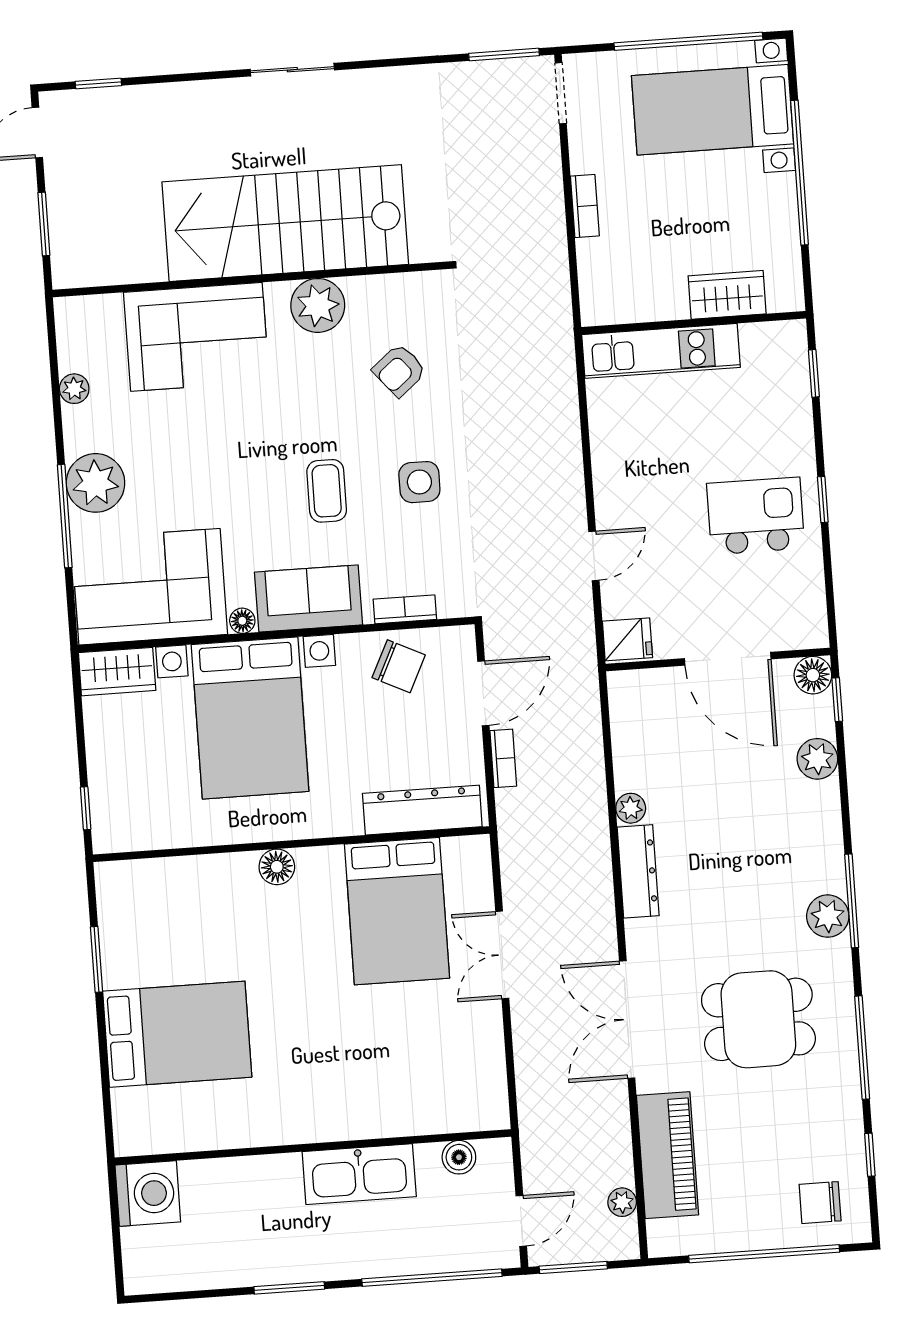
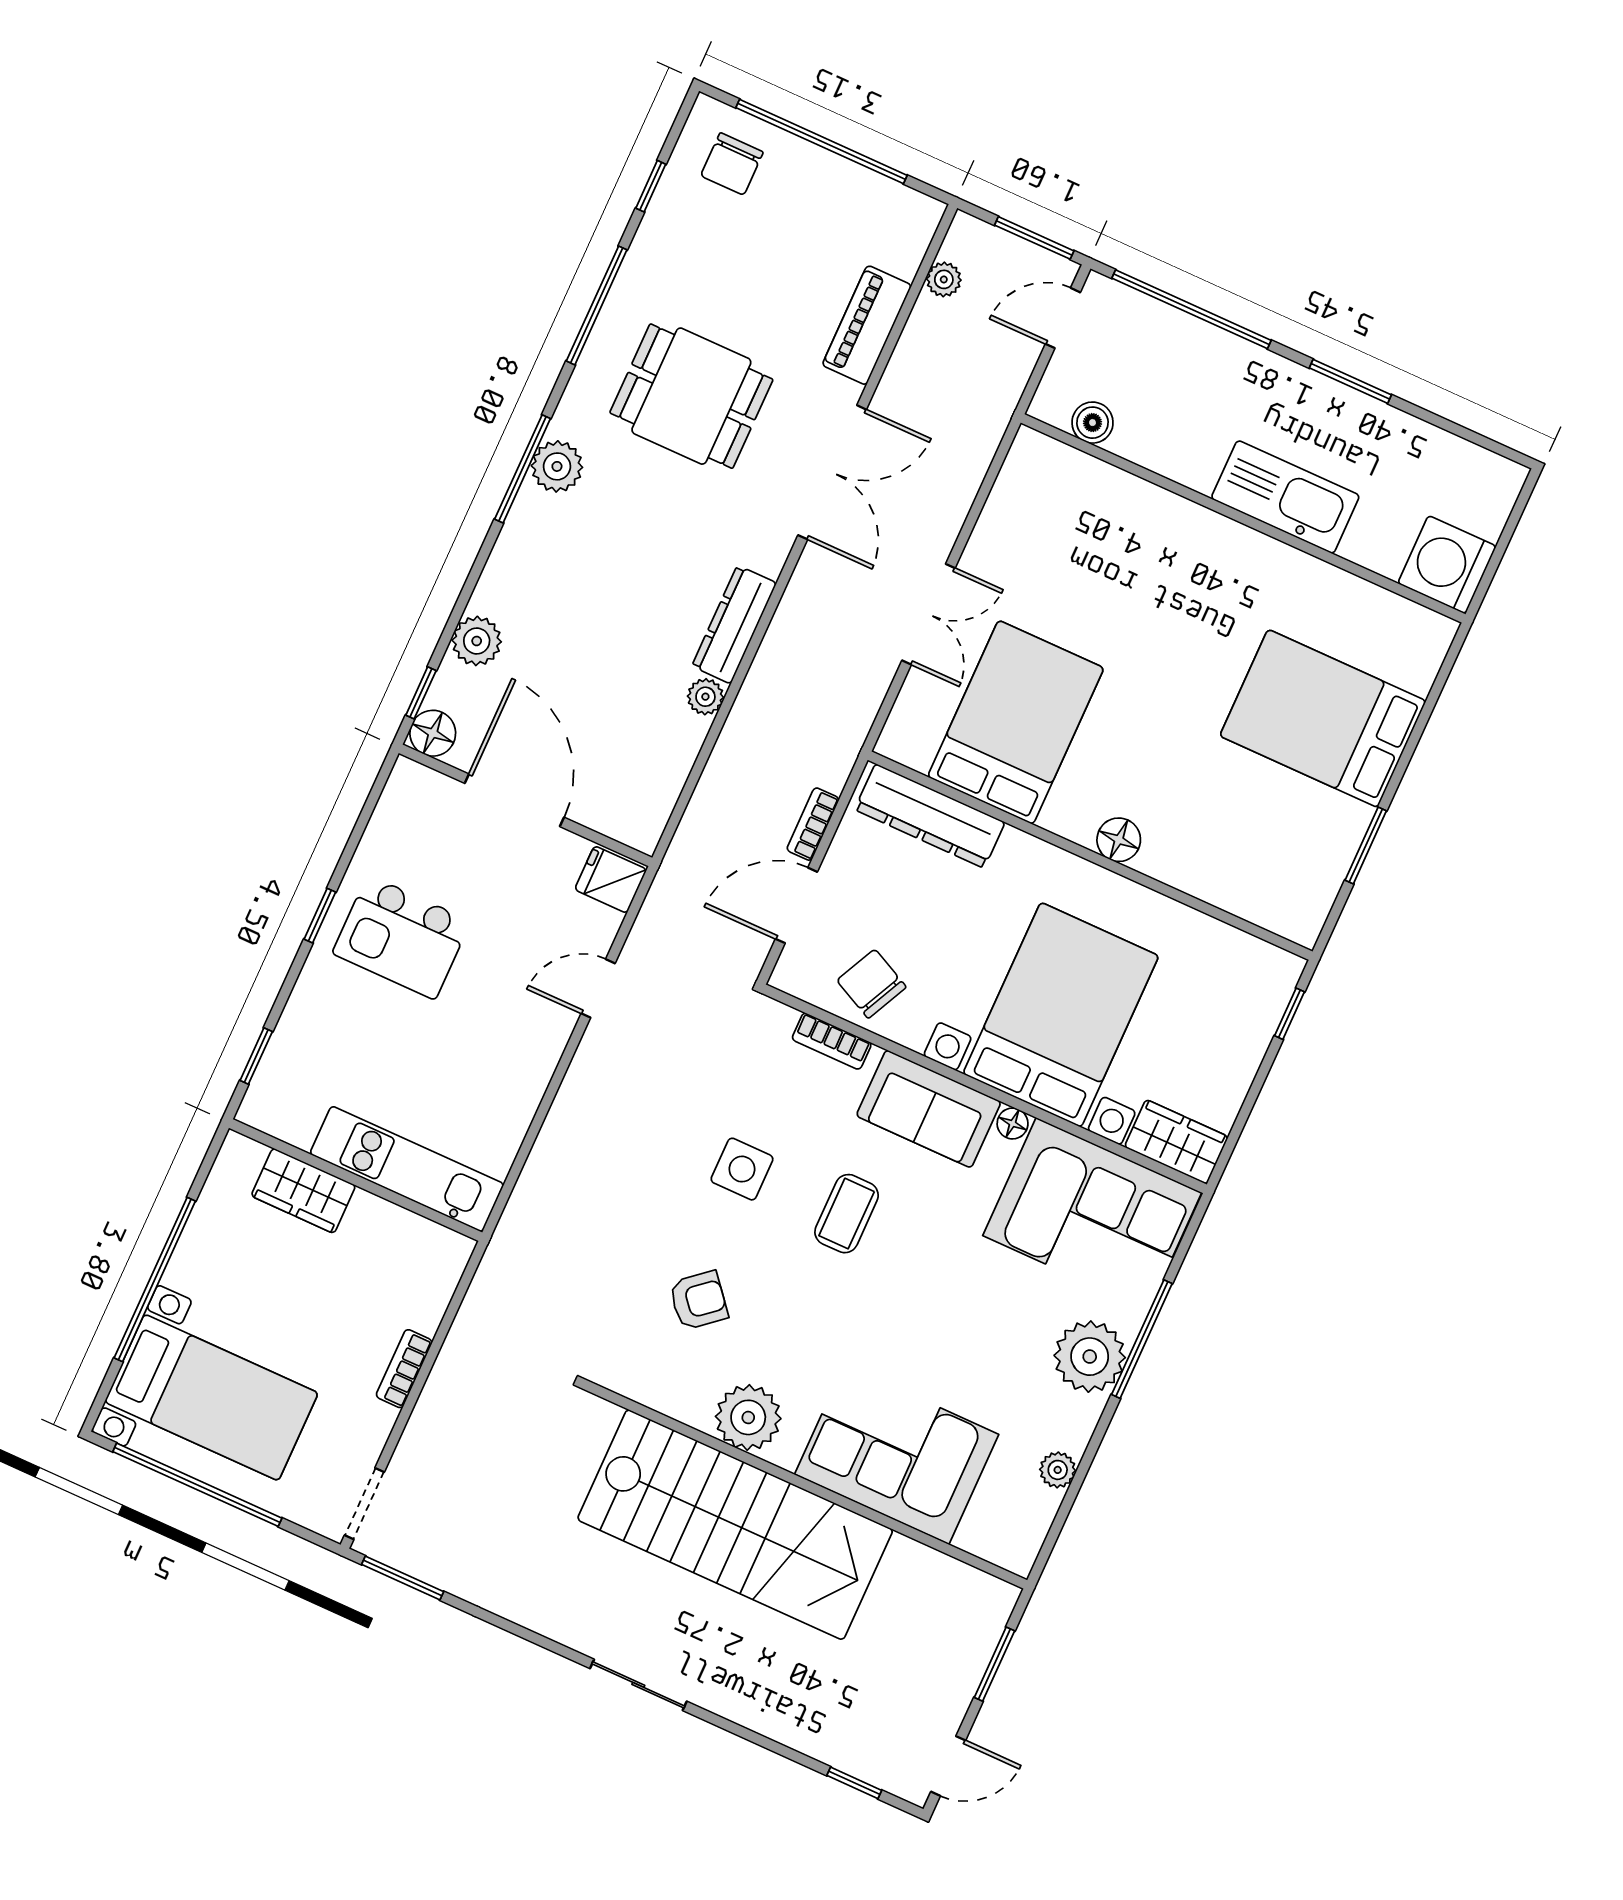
piano: (667, 1155) -> (867, 325), width x0.73, depth x0.75
kitchen sink: (359, 1174) -> (1285, 497), moved
chair: (820, 1203) -> (732, 164), turned 90

